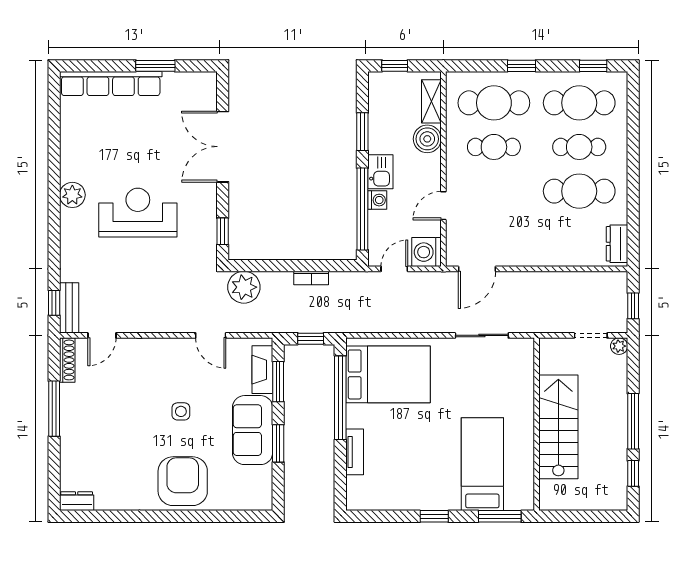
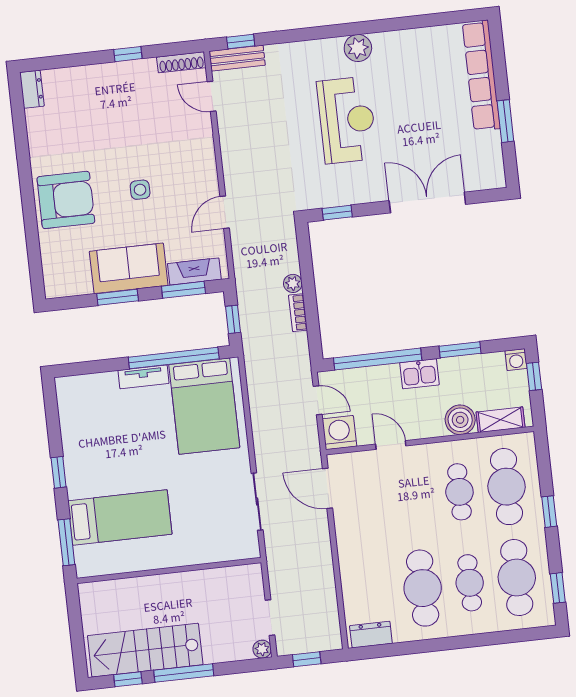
washing machine: (377, 200) -> (516, 360), moved
plant: (244, 287) -> (293, 283), moved, width x0.53, depth x0.53
window: (54, 409) -> (128, 54), width x0.46
stairs: (558, 427) -> (145, 650), moved, turned 180
tv unit: (355, 452) -> (143, 377), moved

